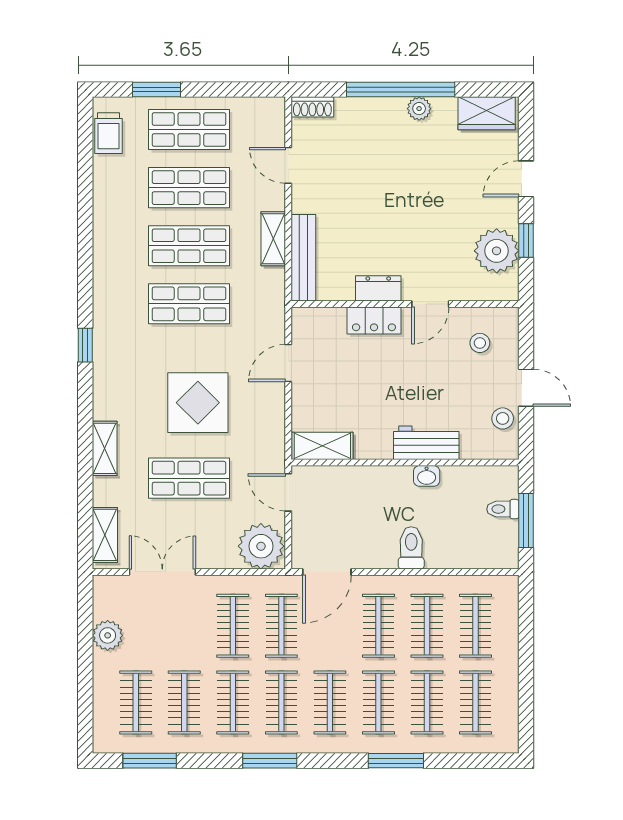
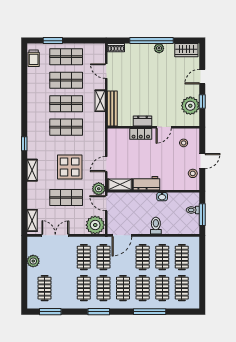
door: (288, 363) -> (106, 164), moved
door: (526, 388) -> (202, 161), hinge flipped
workbench: (426, 443) -> (146, 183), moved
shelving: (105, 448) -> (32, 170), moved
plant: (270, 456) -> (99, 189), added
clothes rail: (184, 703) -> (64, 288), removed
window: (396, 761) -> (150, 312), width x1.44

